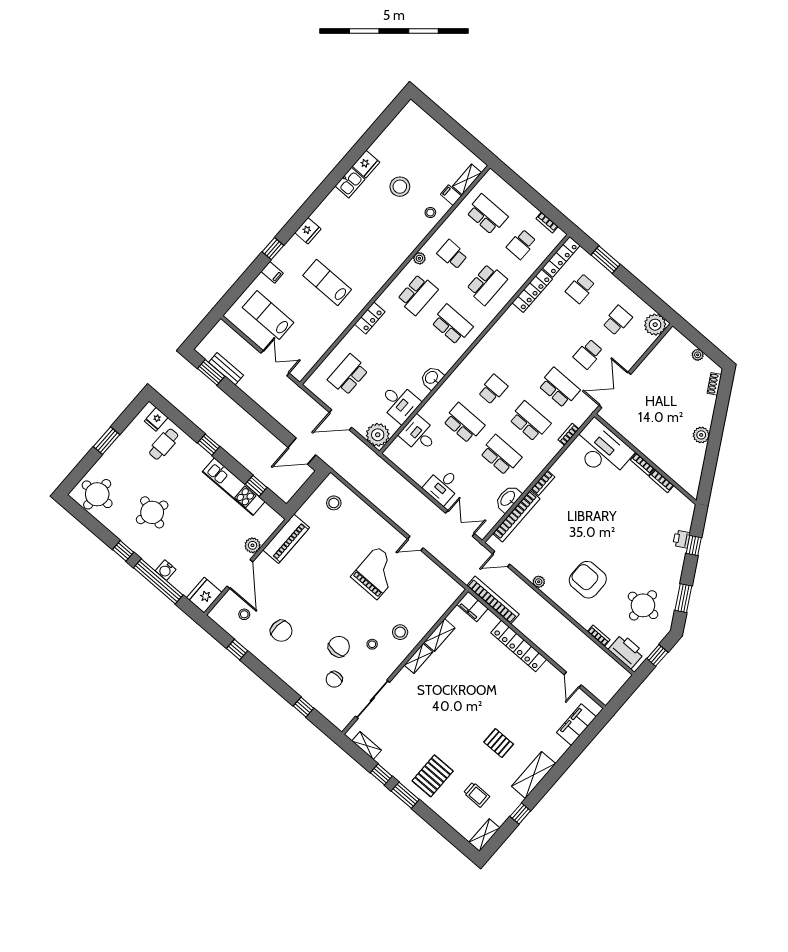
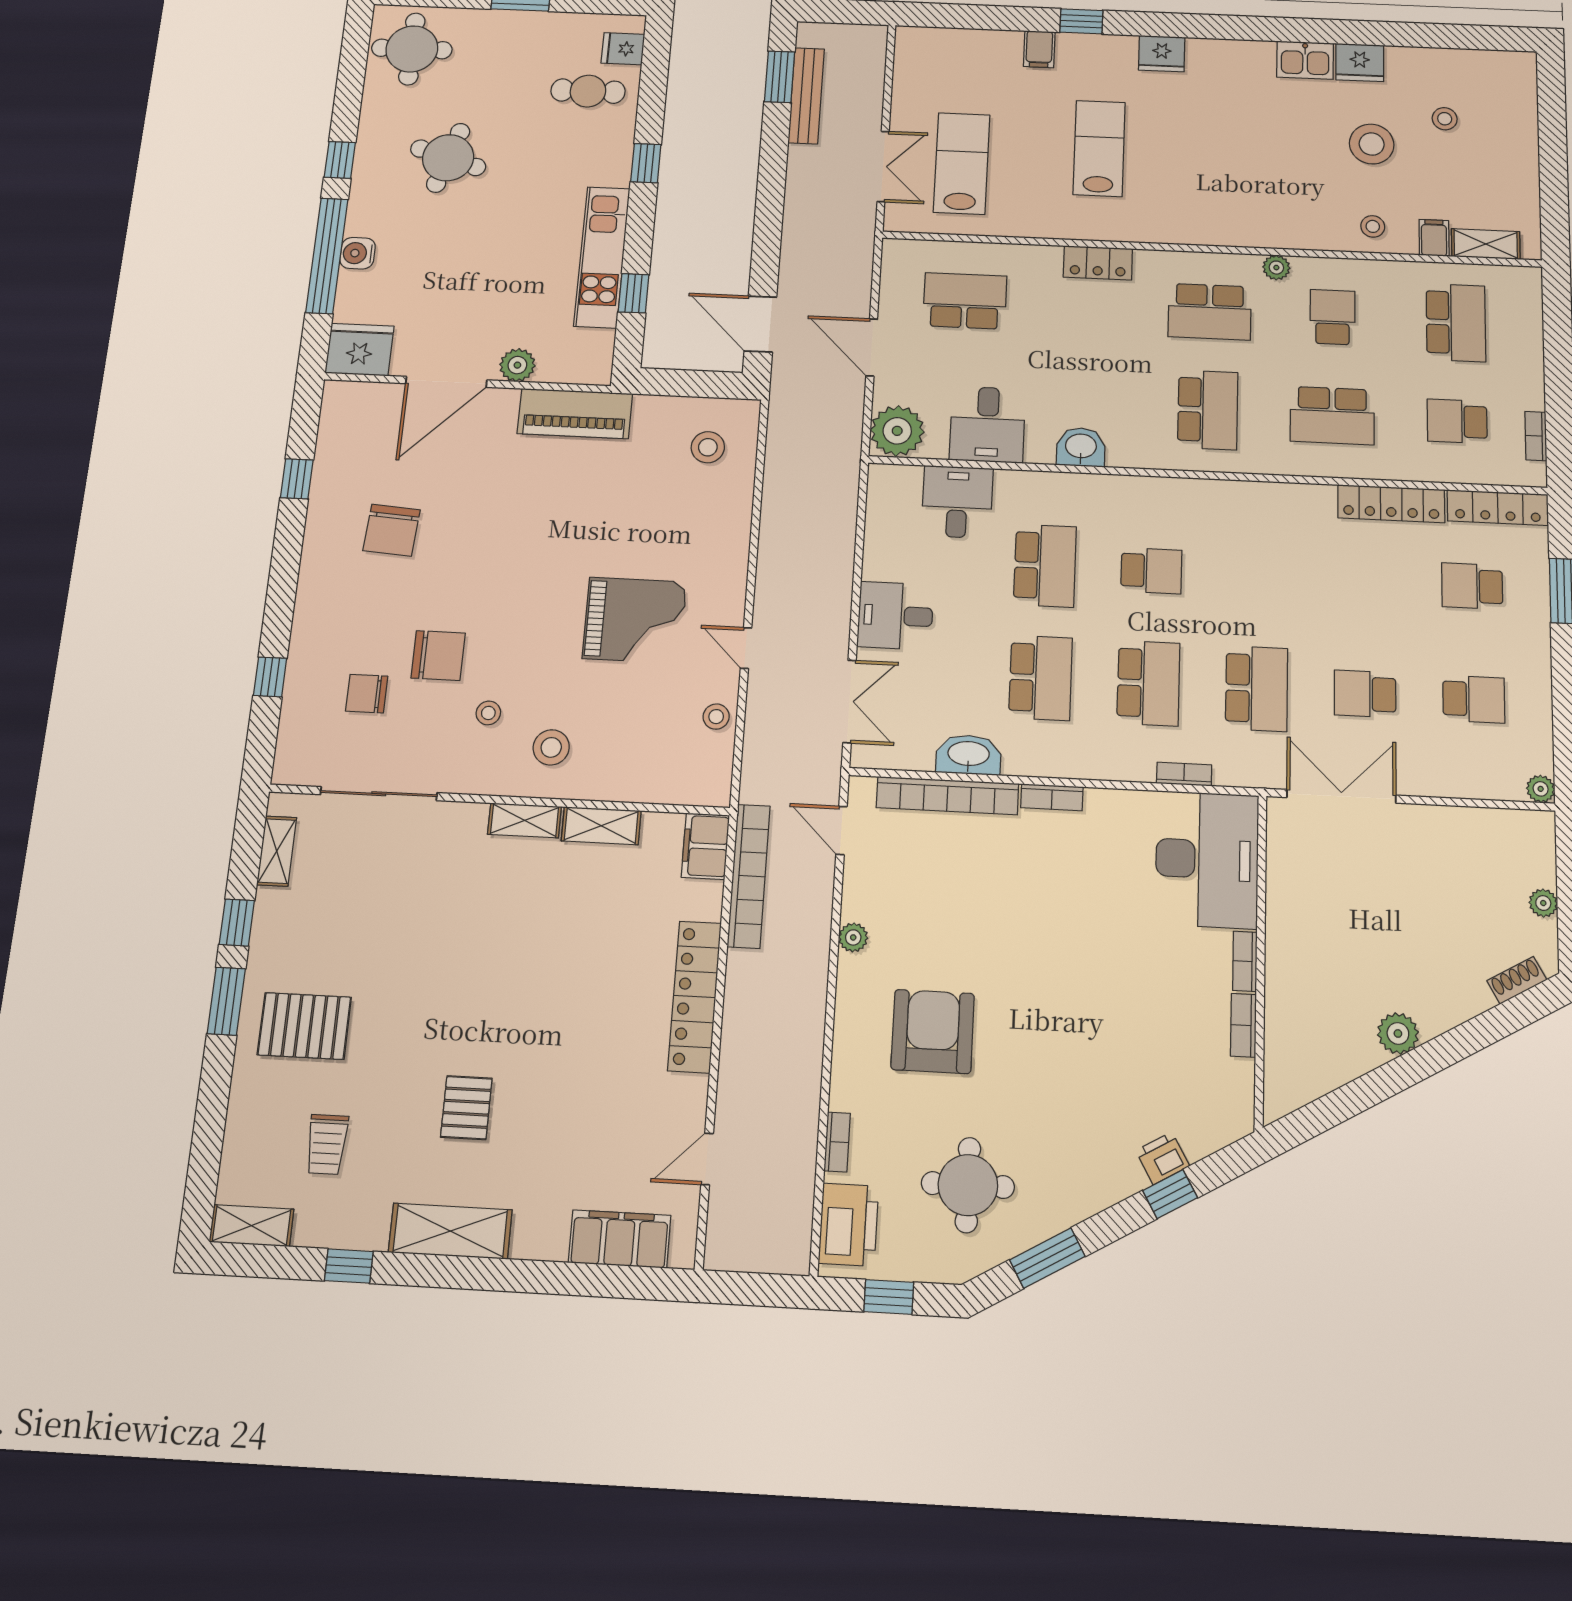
stool: (410, 153) -> (1445, 119), added
lab bench: (268, 315) -> (962, 163), moved
plant: (655, 325) -> (1541, 789), width x0.53, depth x0.53
bench: (226, 369) -> (806, 96), width x1.36
stool: (244, 614) -> (716, 717), moved

